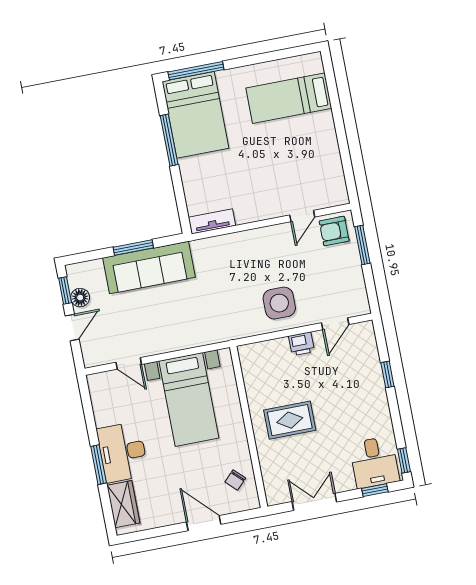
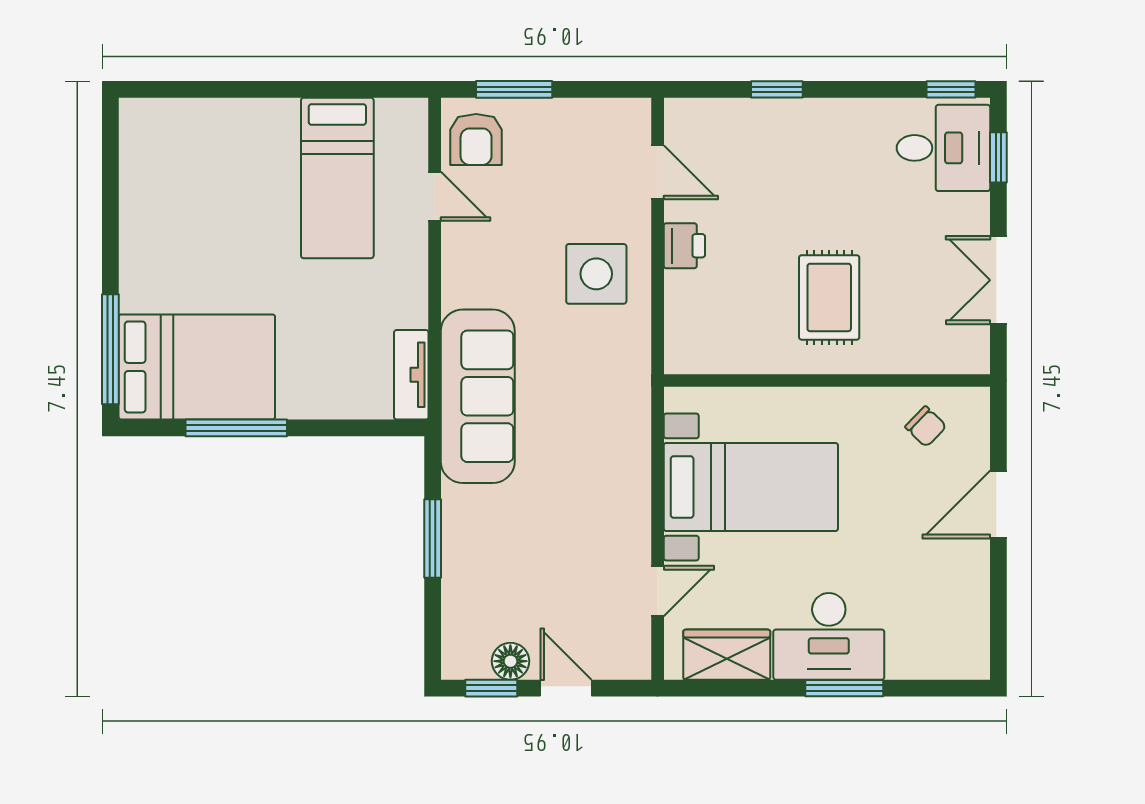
bed: (289, 98) -> (337, 178), moved
sofa: (149, 268) -> (478, 396), moved
wardrobe: (123, 504) -> (727, 655), moved

